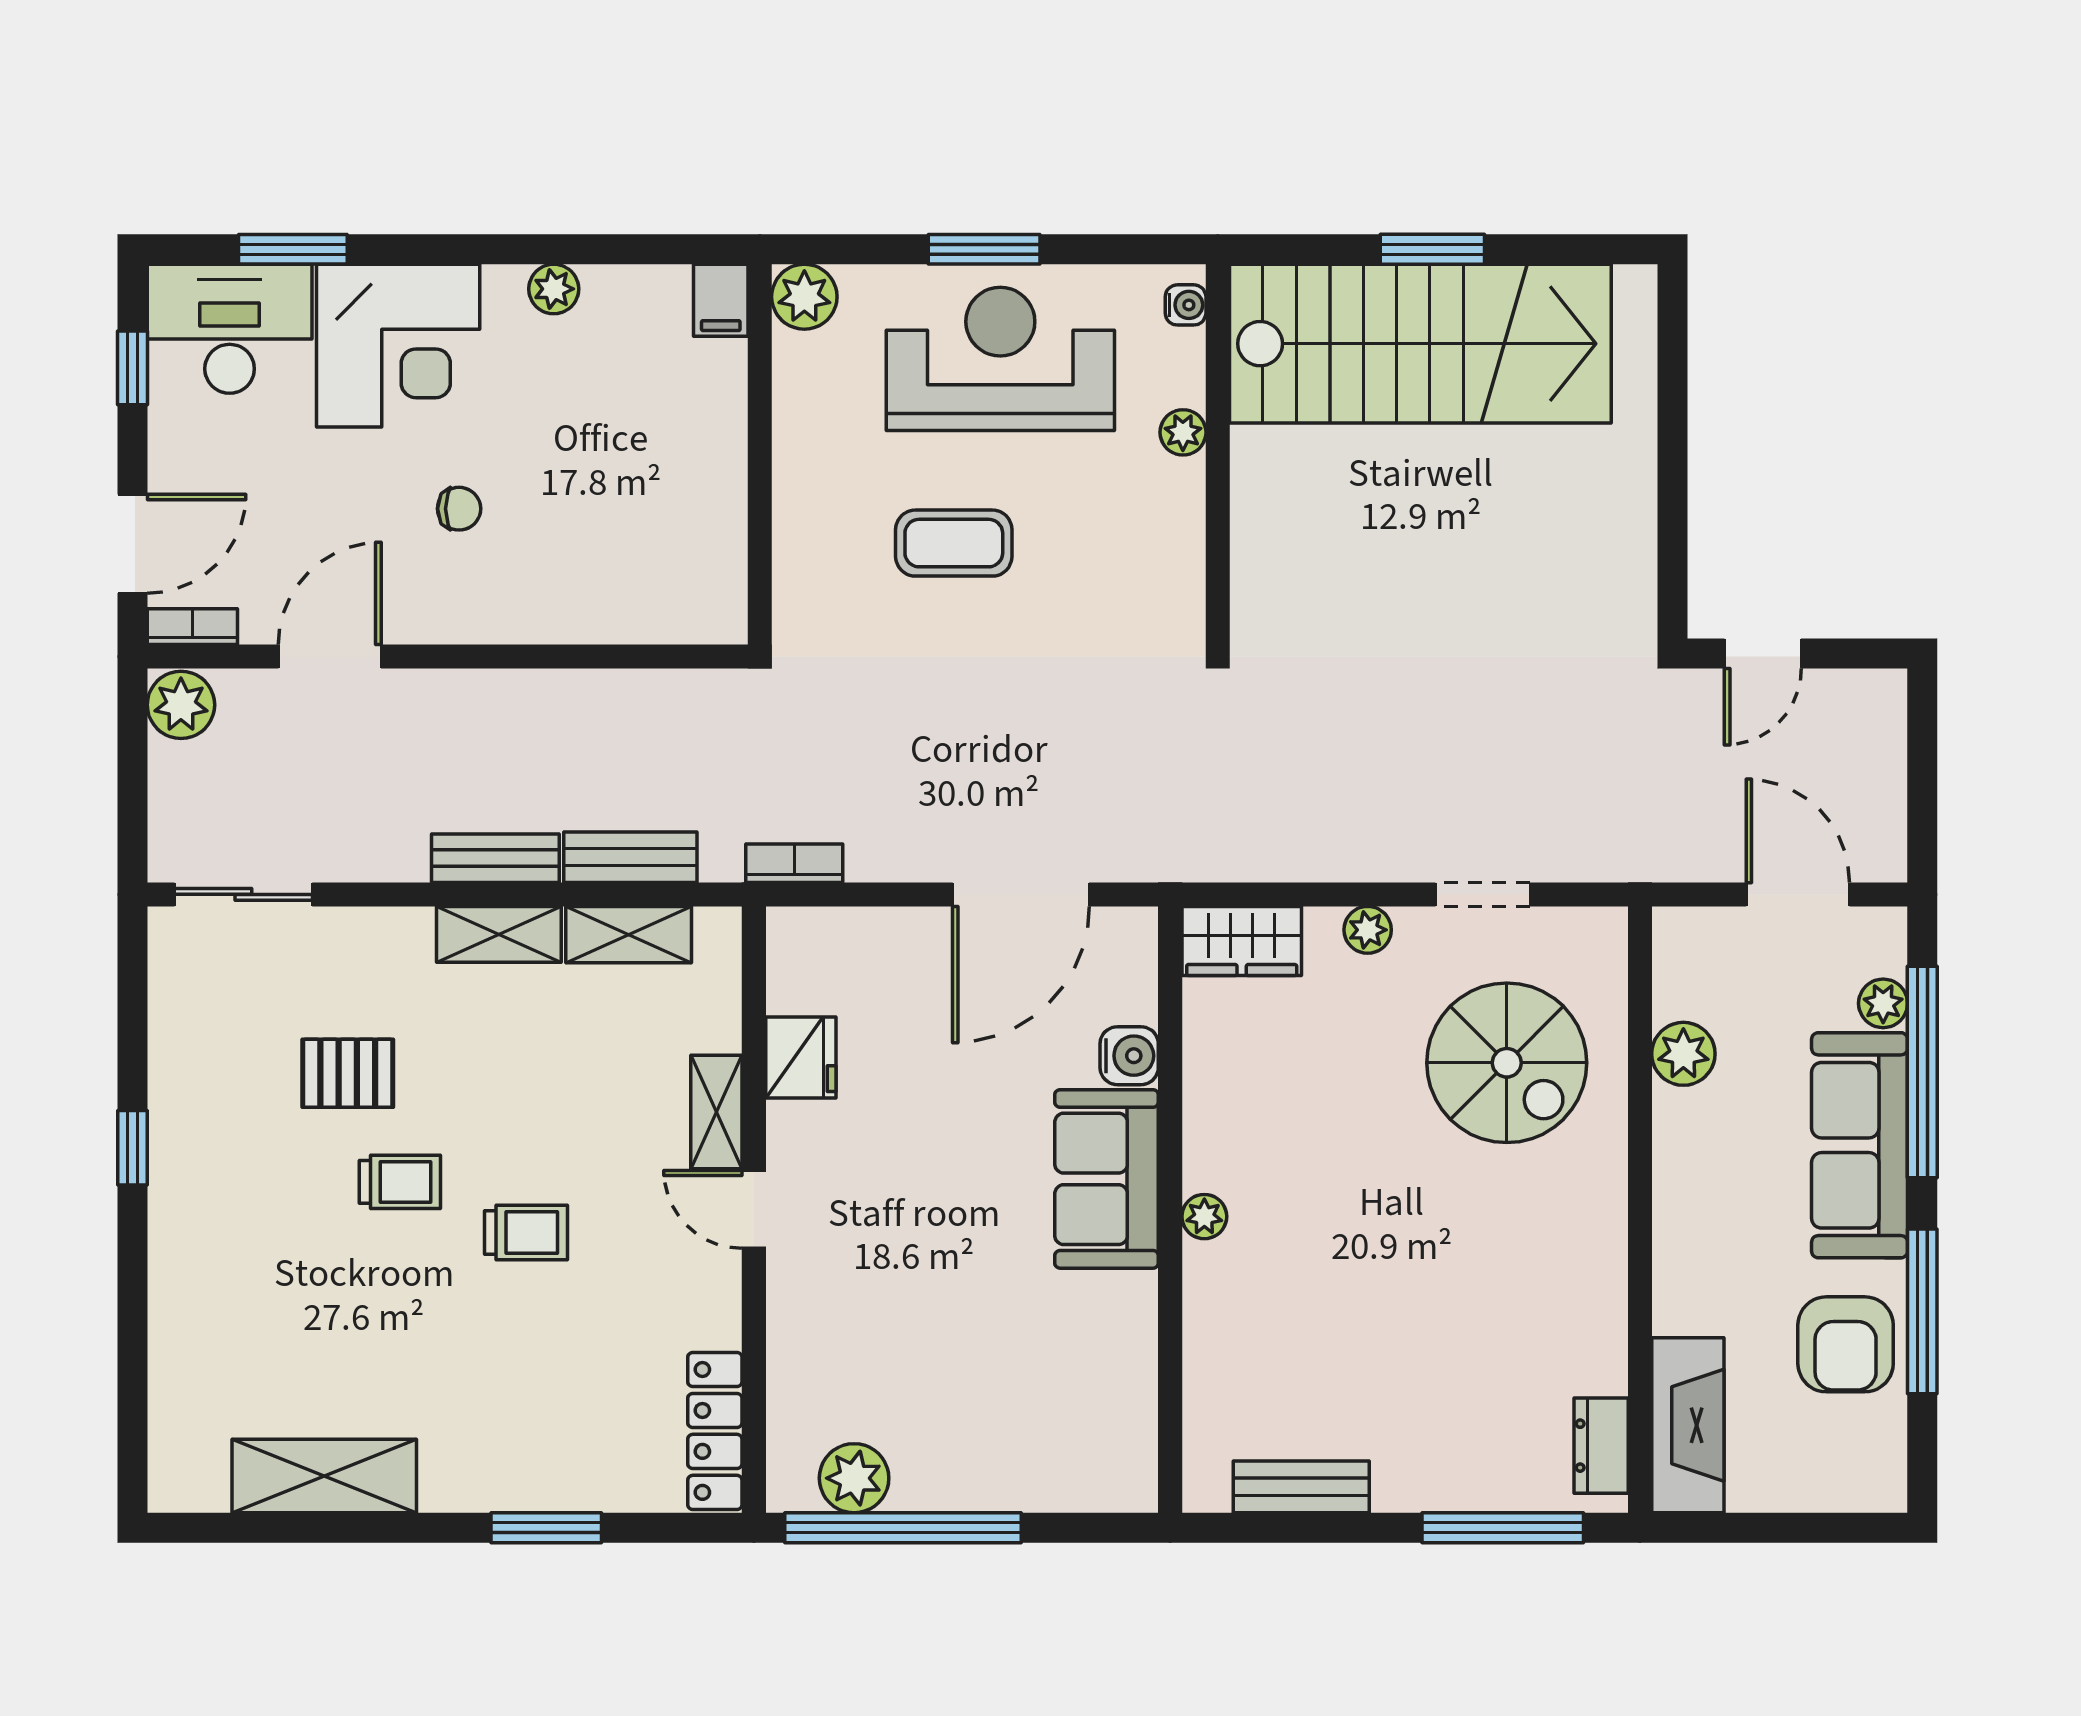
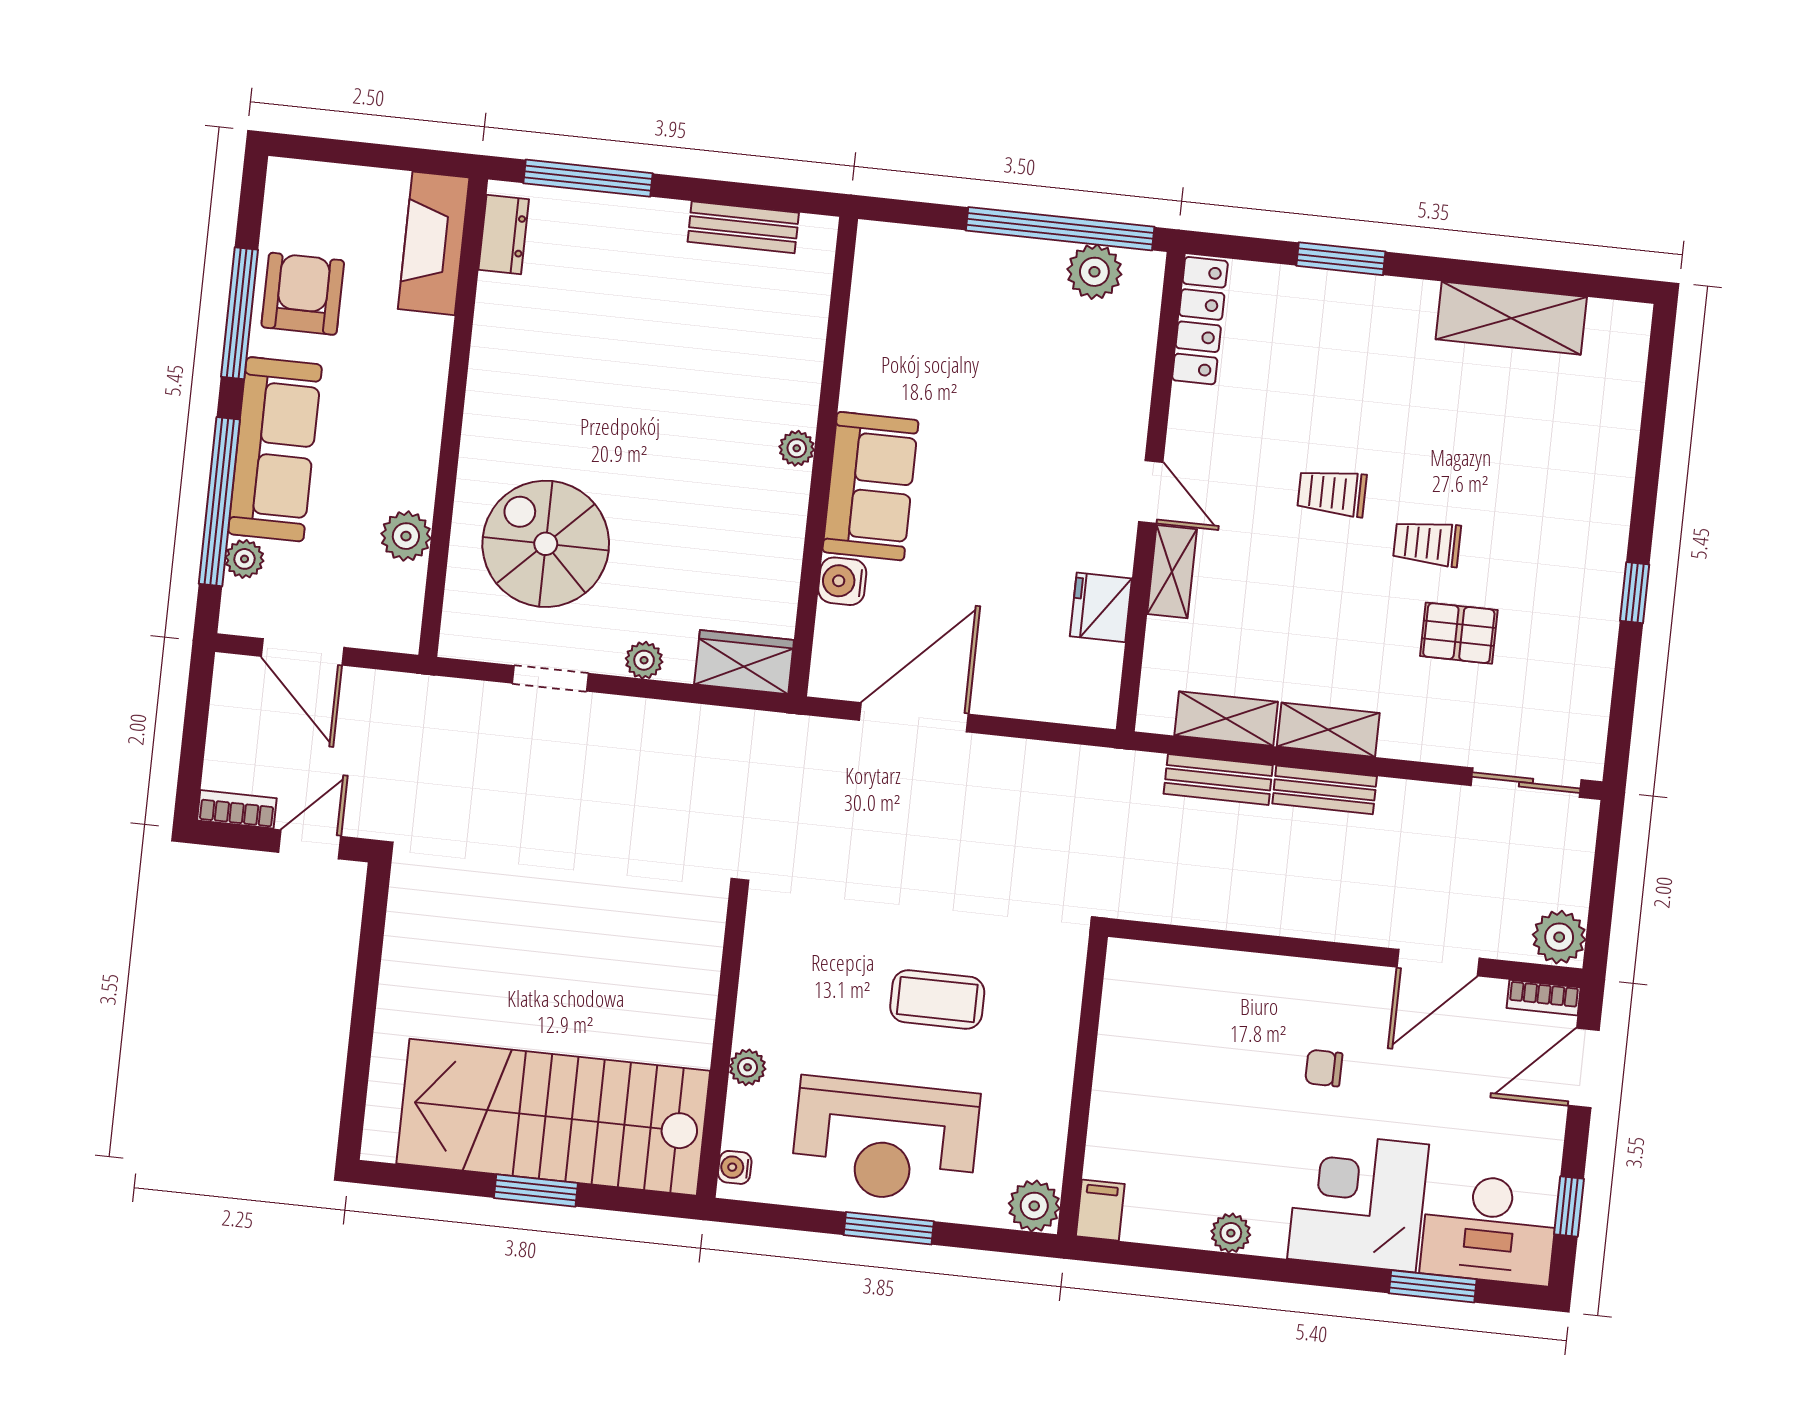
bookcase: (794, 863) -> (237, 809), moved, turned 180

